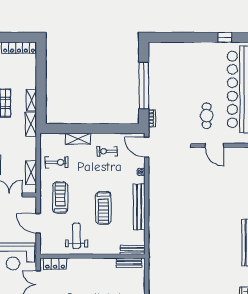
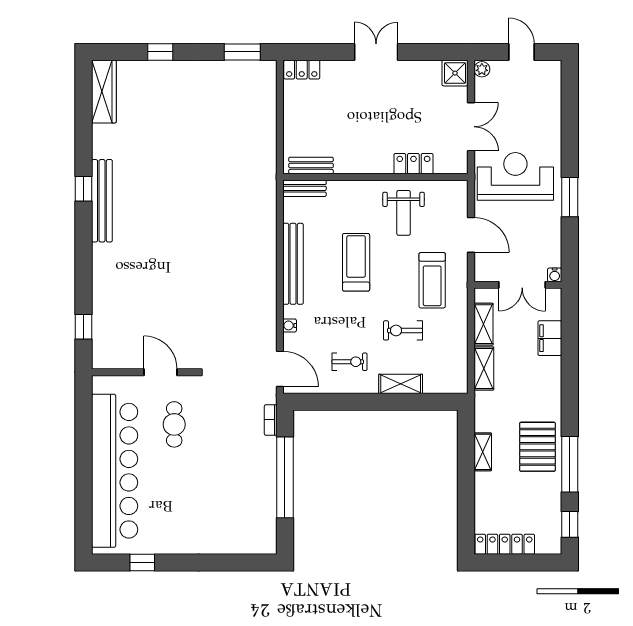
shelving: (31, 124) -> (484, 368), moved
exercise bike: (57, 162) -> (403, 330), moved
locker: (55, 264) -> (413, 164), moved

